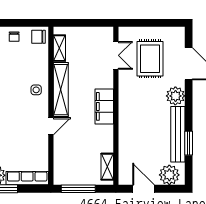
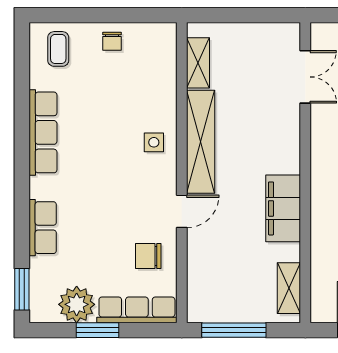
chair: (38, 37) -> (148, 256), moved
filing cabinet: (104, 106) -> (283, 208), moved

